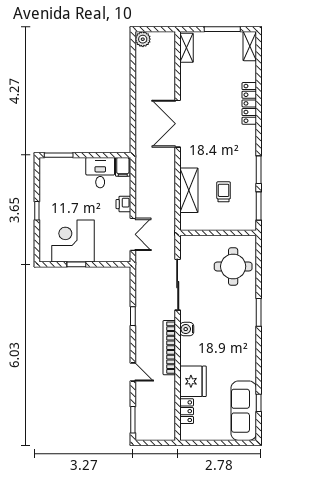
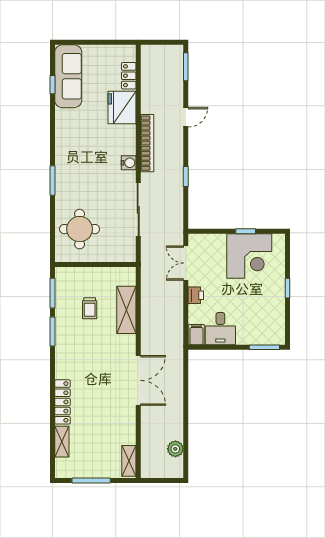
plant: (143, 39) -> (175, 449), moved
shelving: (250, 46) -> (62, 442), moved
door: (133, 372) -> (186, 117), swing flipped

